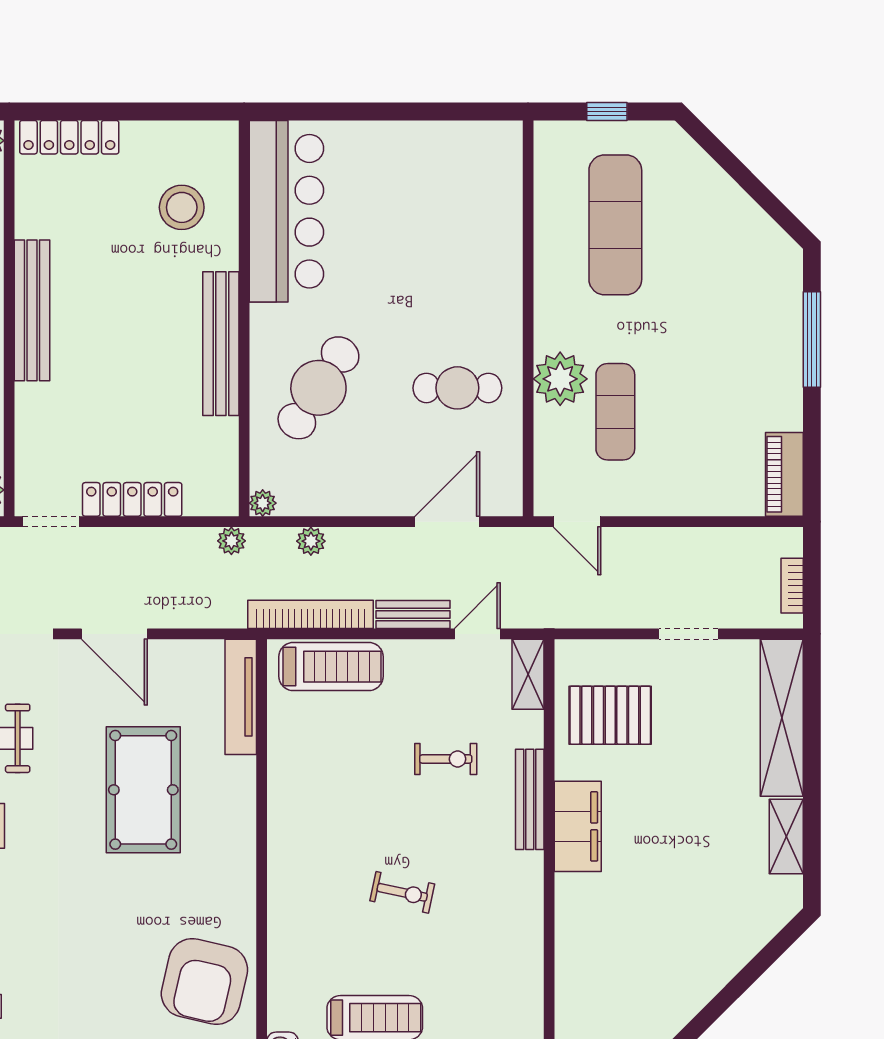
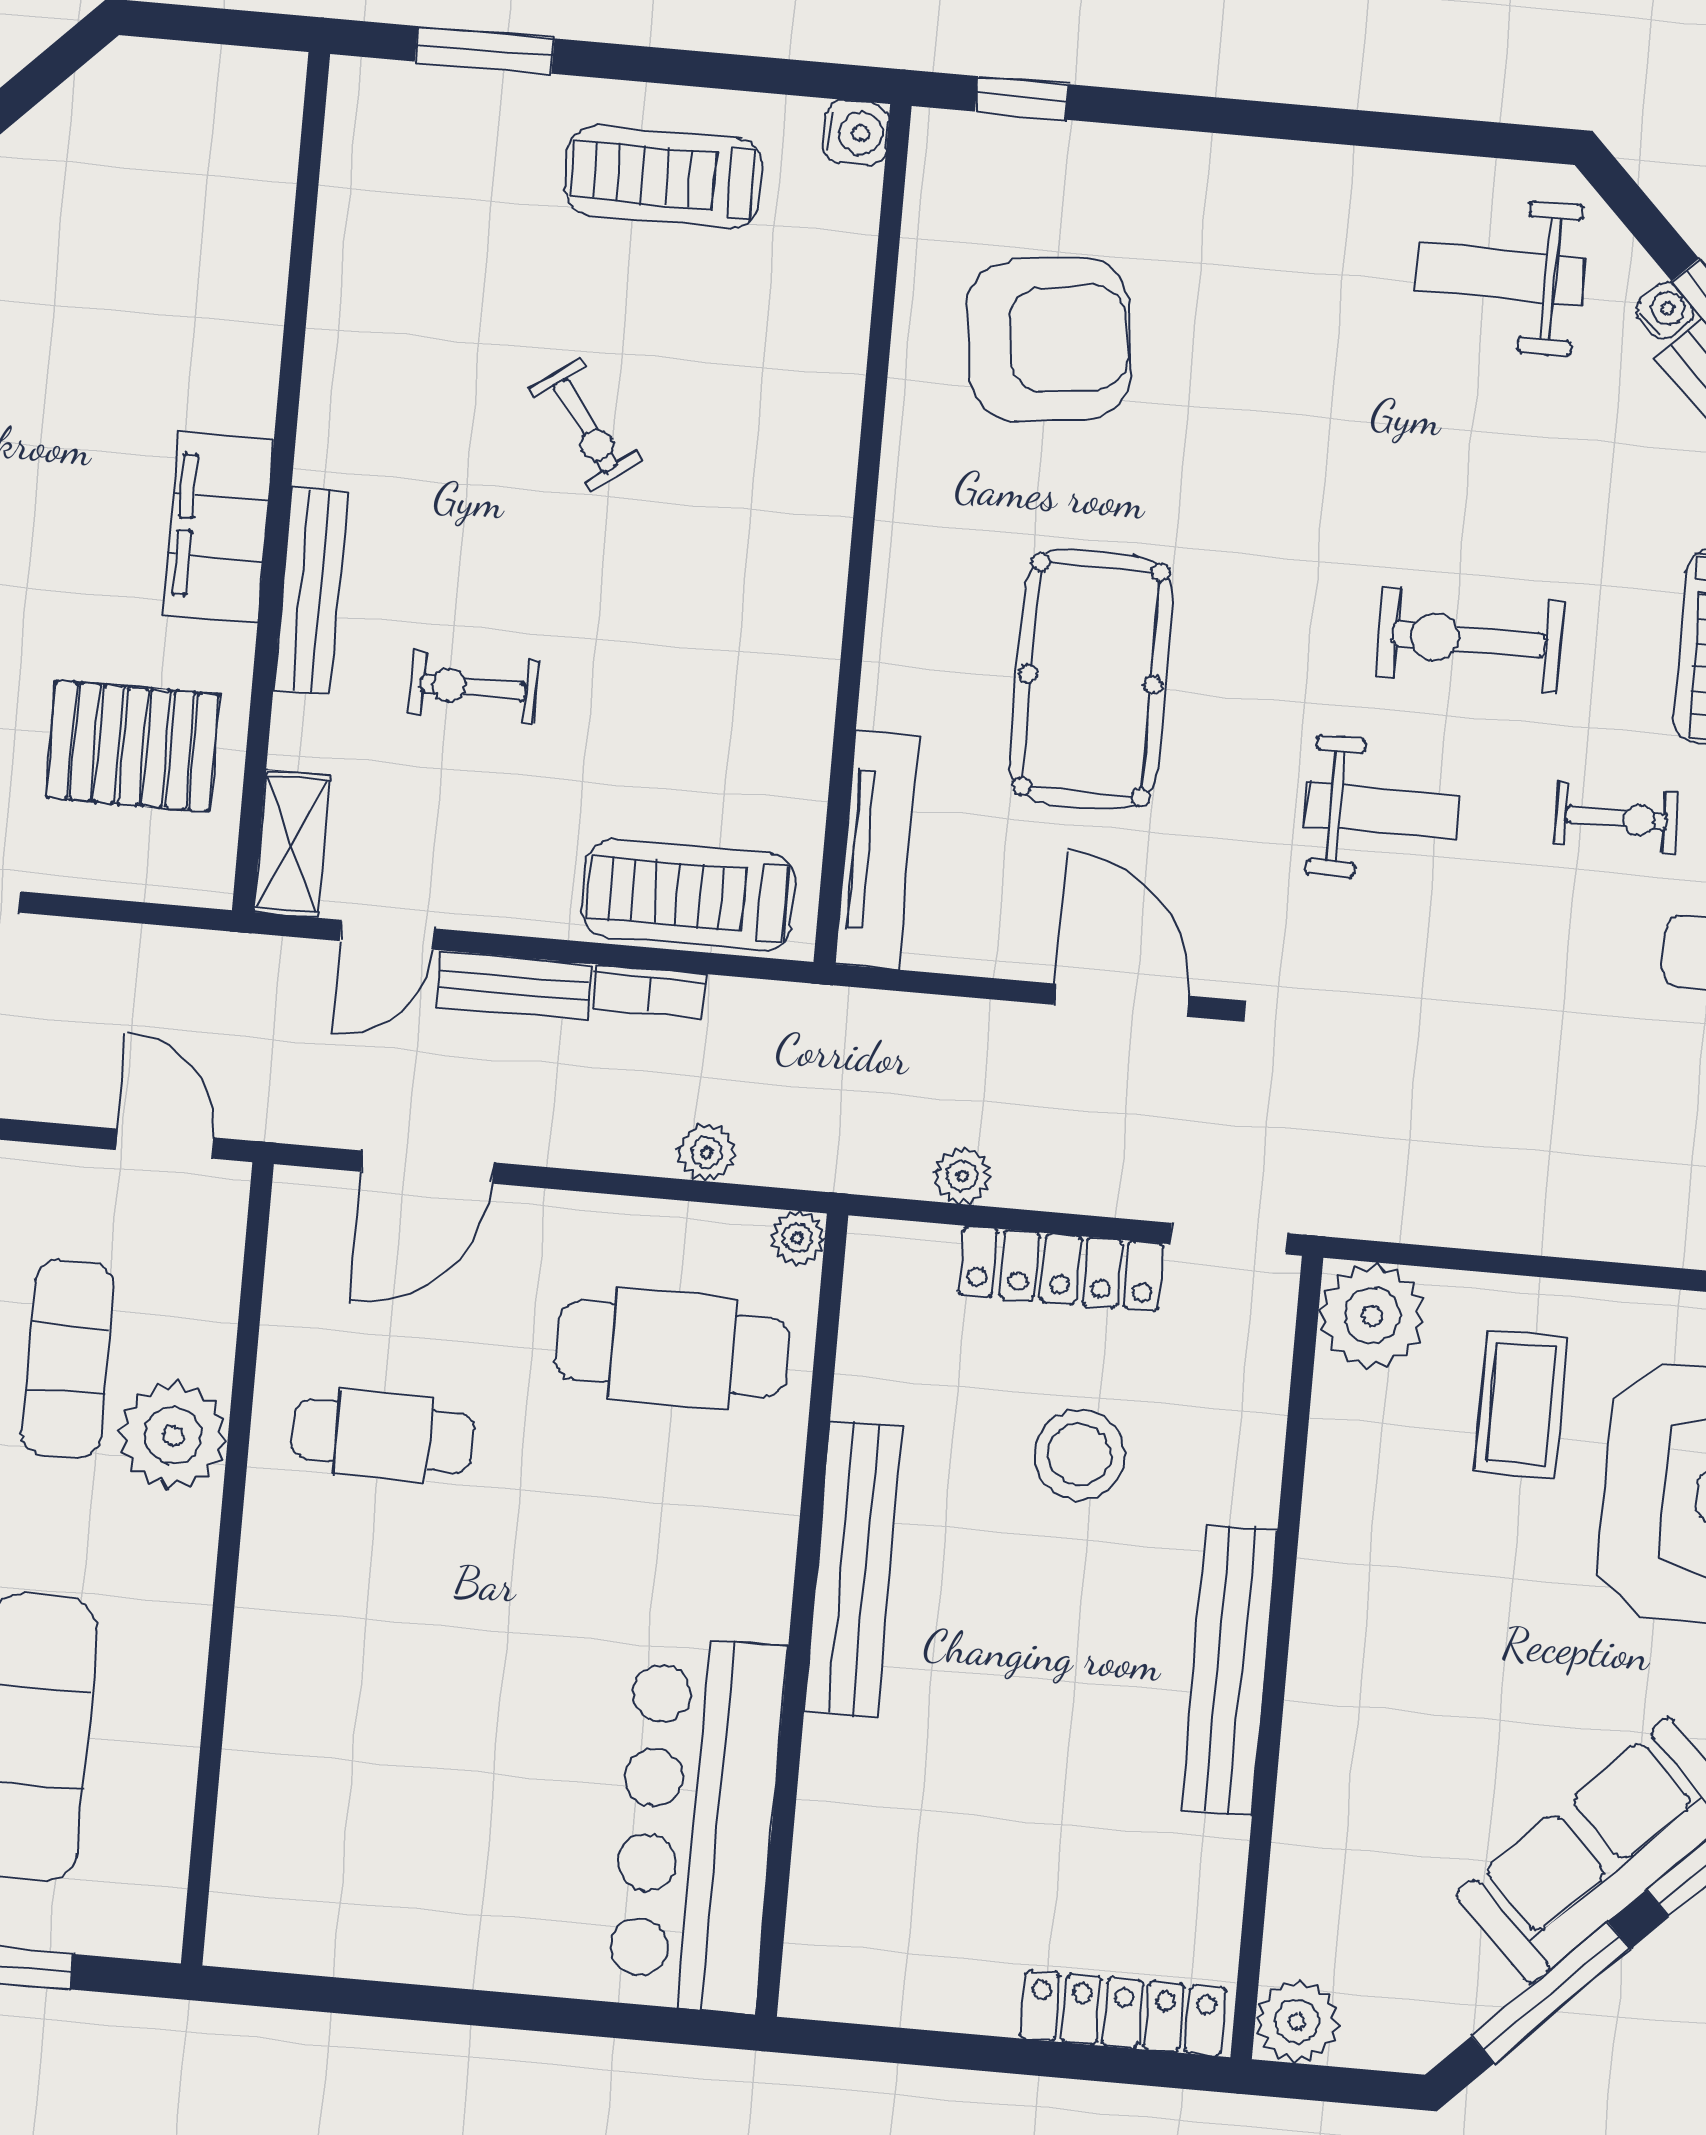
stool: (182, 207) -> (1080, 1455), moved
cafe table: (318, 388) -> (673, 1348), moved, turned 57
plant: (231, 541) -> (962, 1176), moved
bookcase: (311, 614) -> (649, 991), width x0.43, depth x0.76
exercise bike: (402, 892) -> (585, 425), turned -138
armchair: (204, 982) -> (1049, 340), moved, turned 70

